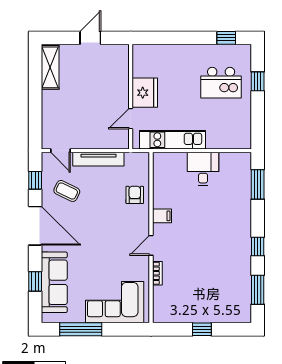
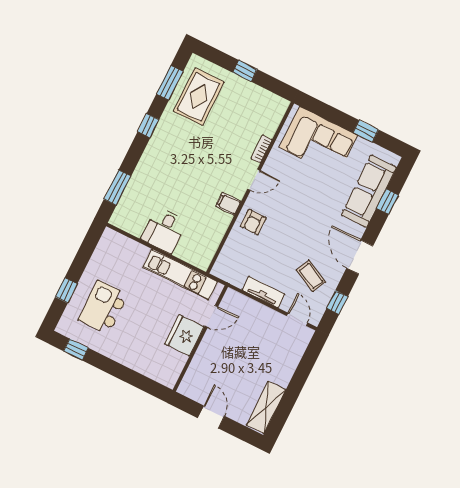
door: (90, 38) -> (211, 417), swing flipped
kitchen island: (221, 83) -> (103, 307), turned -90
tv unit: (98, 159) -> (263, 292), width x0.71
armchair: (135, 195) -> (253, 222), moved
door: (35, 226) -> (360, 257), width x0.73
rug: (229, 290) -> (199, 97), added
window: (81, 329) -> (366, 131), width x0.46

